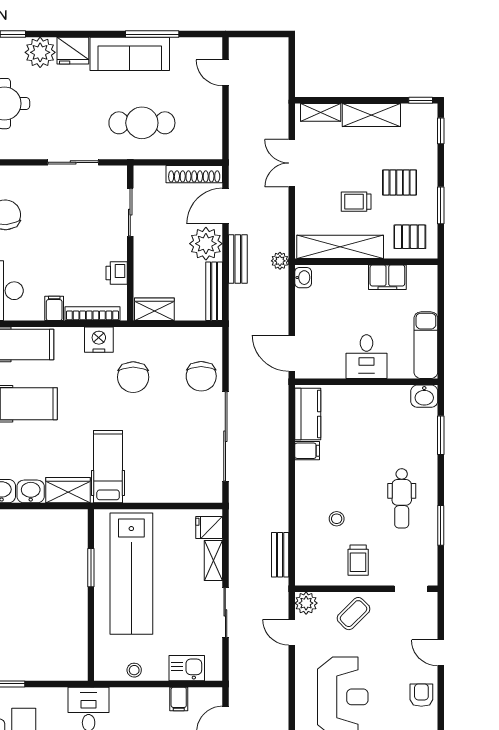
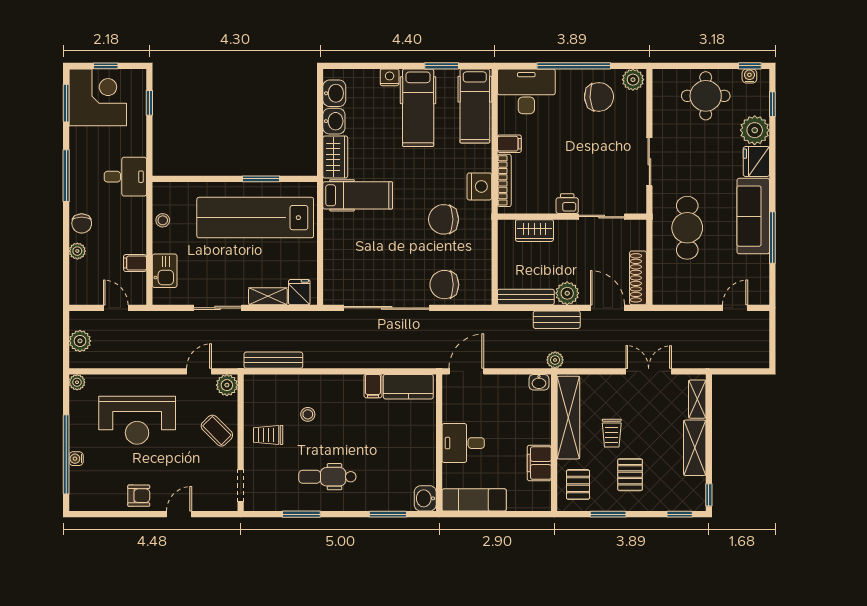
trolley: (356, 202) -> (612, 433), turned 180
plant: (206, 244) -> (567, 293), width x0.73, depth x0.73
printer: (117, 273) -> (567, 204), moved
wardrobe: (154, 309) -> (534, 231), moved, turned 90
bench: (280, 555) -> (273, 360), width x1.36

